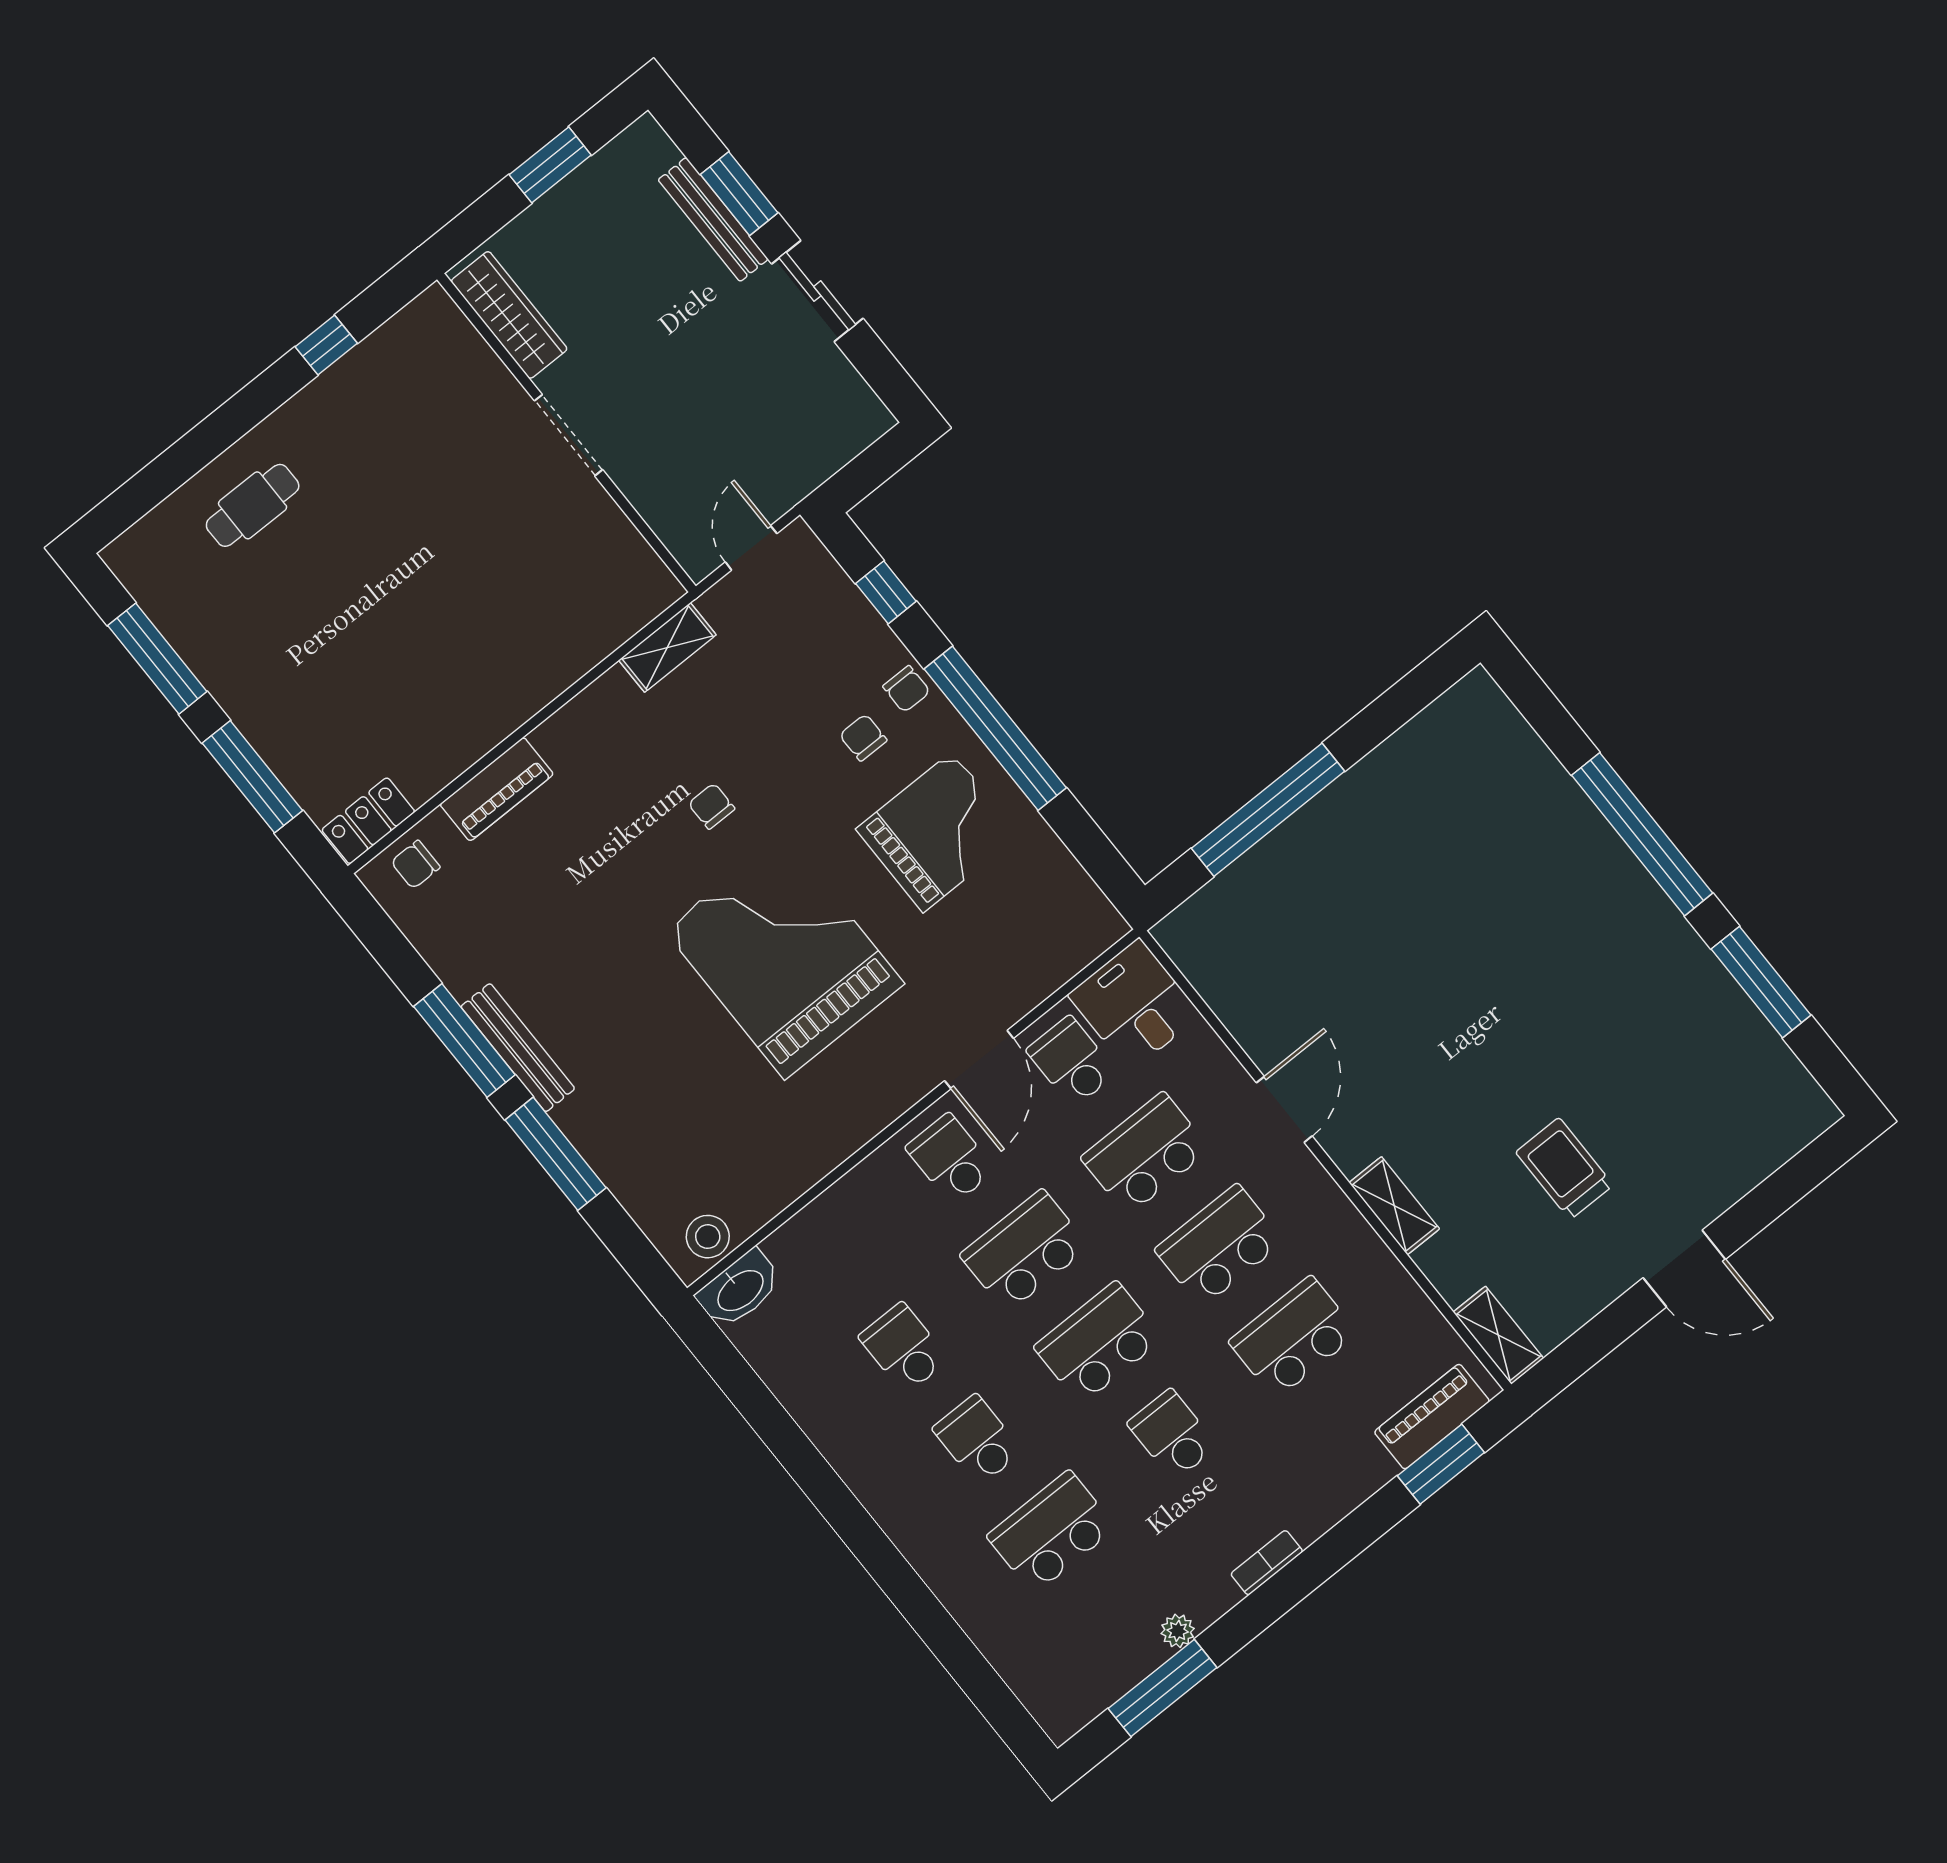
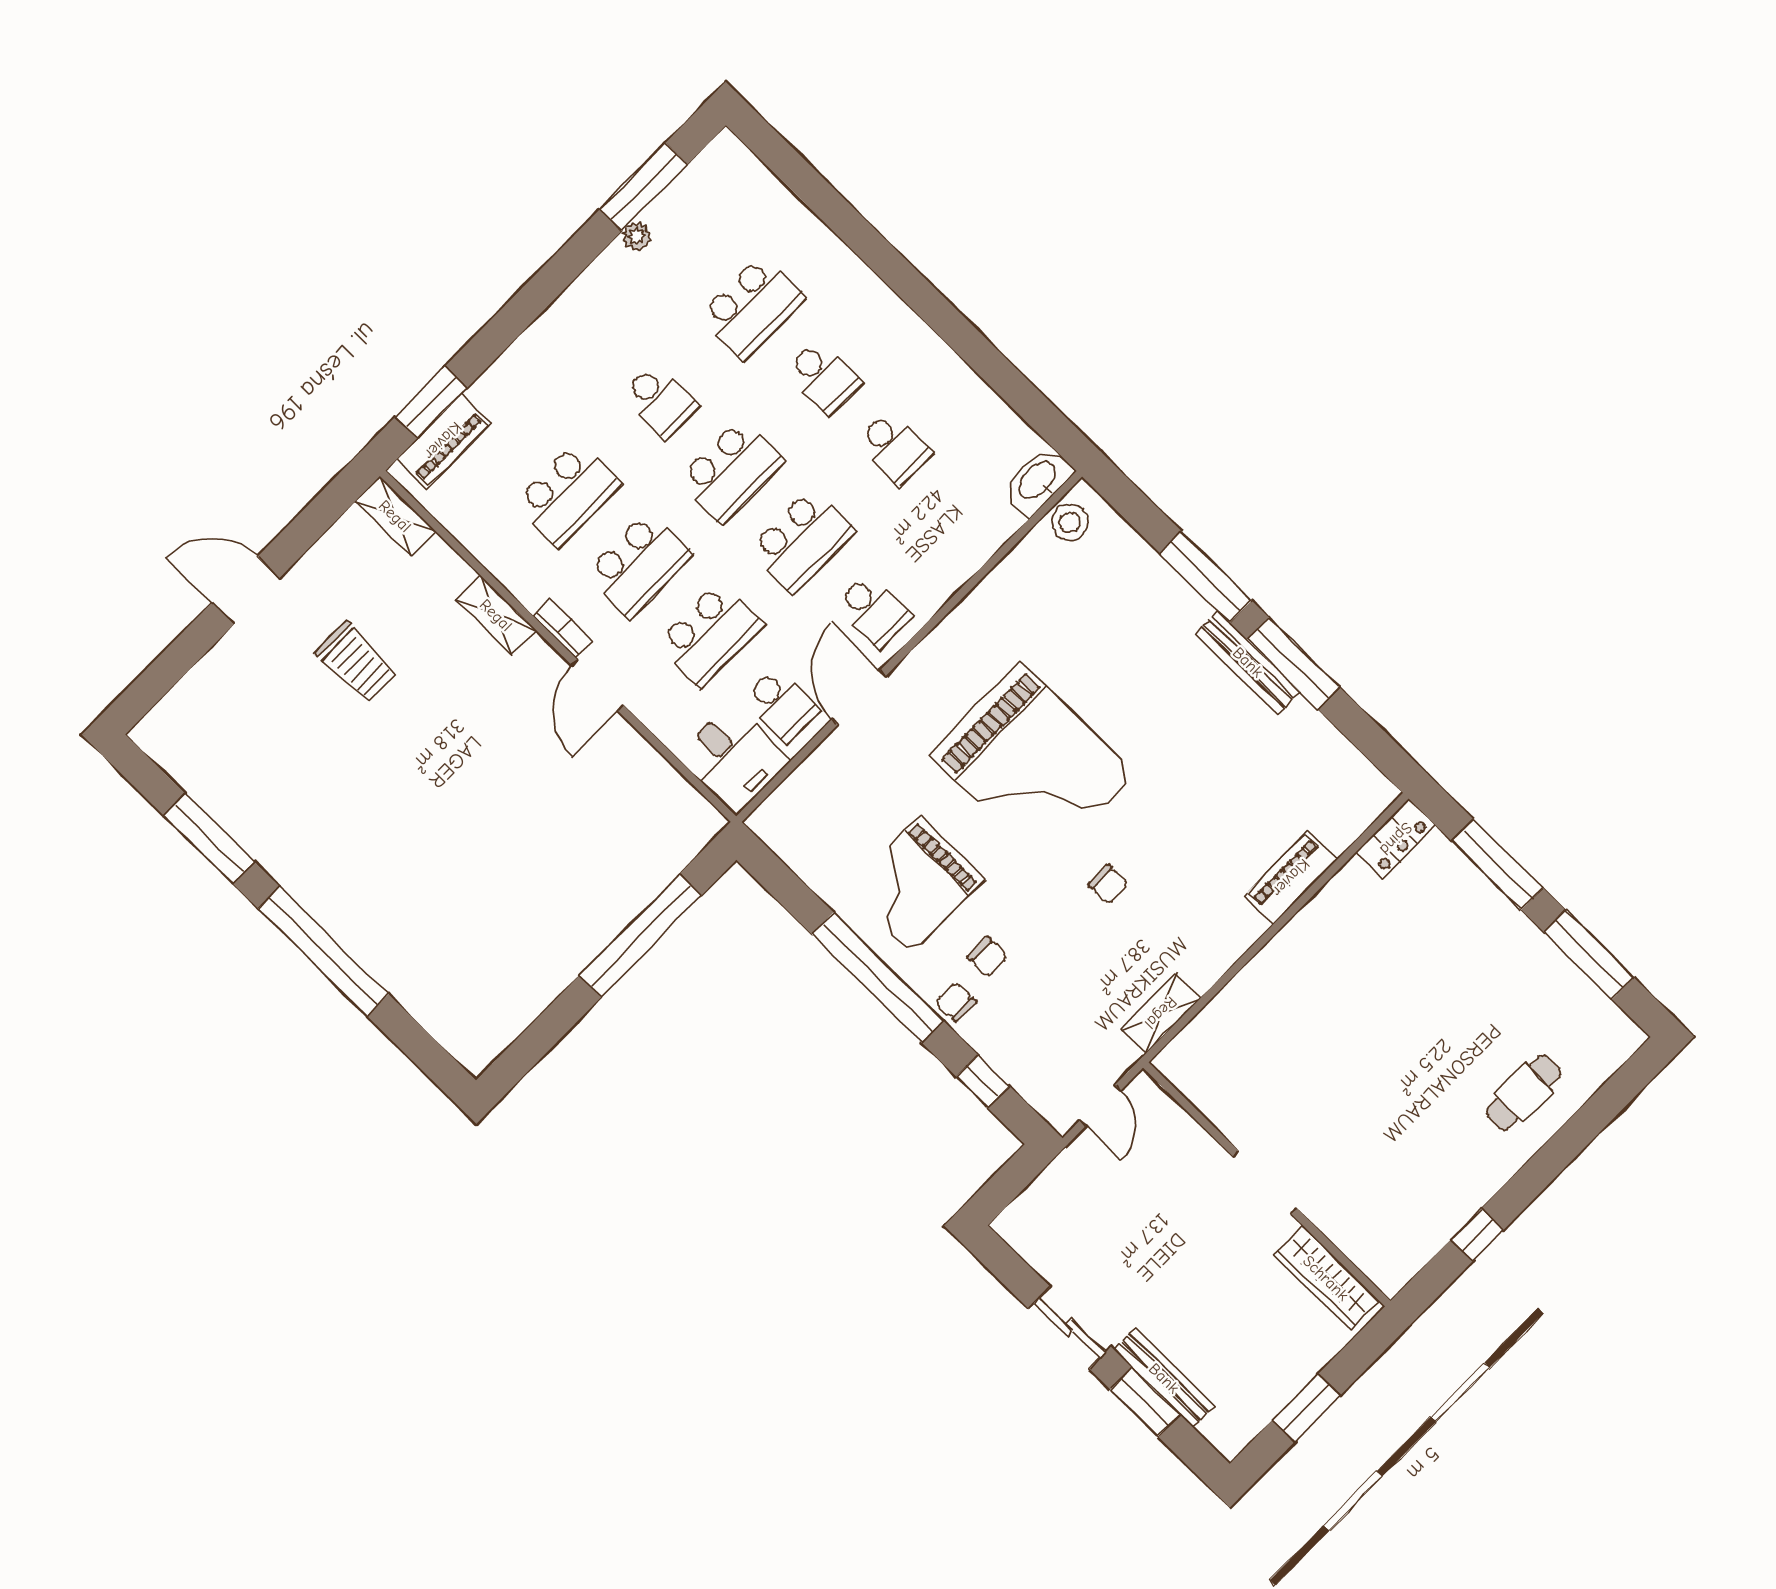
chair: (415, 865) -> (1352, 807), removed
bookcase: (1267, 1563) -> (563, 628), moved, turned -90

